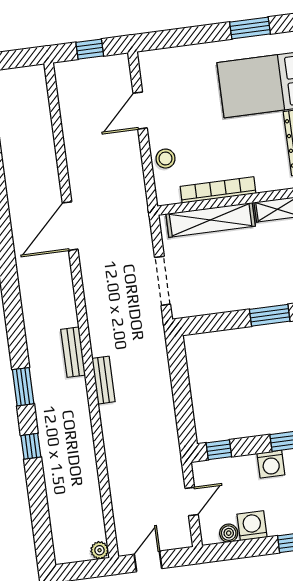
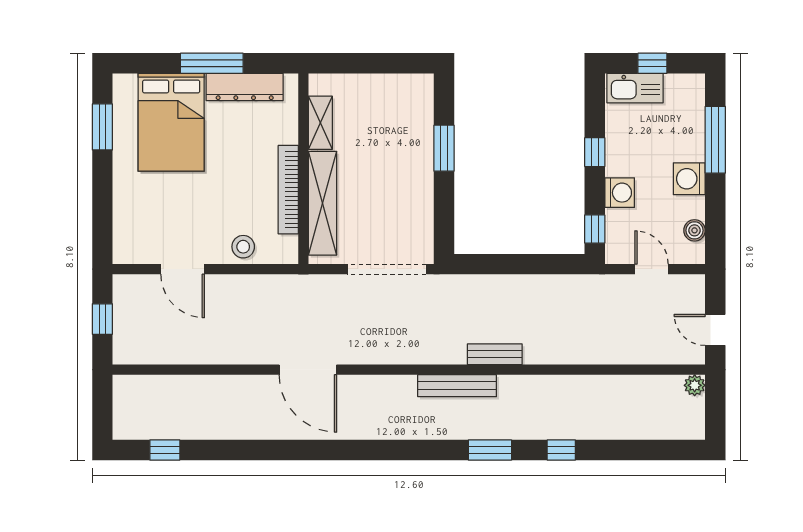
doorway: (163, 281) -> (387, 269), width x1.36
bench: (73, 352) -> (457, 386), width x1.36
washing machine: (271, 464) -> (620, 193), moved
washing machine: (252, 526) -> (689, 179), moved

